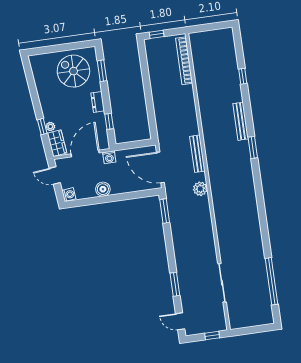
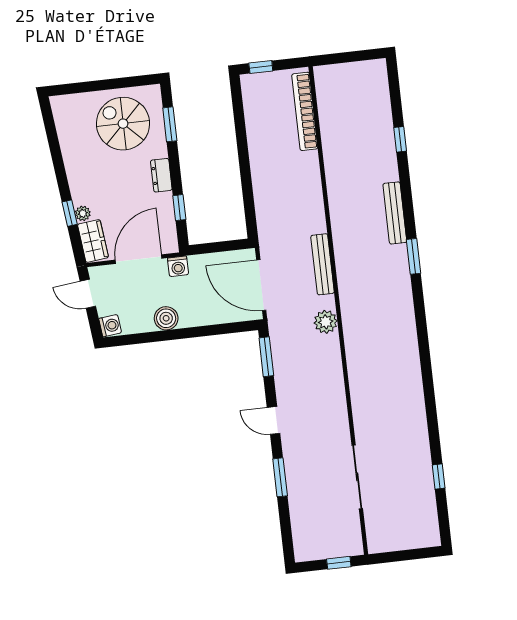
window: (272, 281) -> (439, 476), width x0.32
door: (180, 321) -> (274, 420), moved

